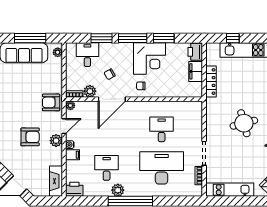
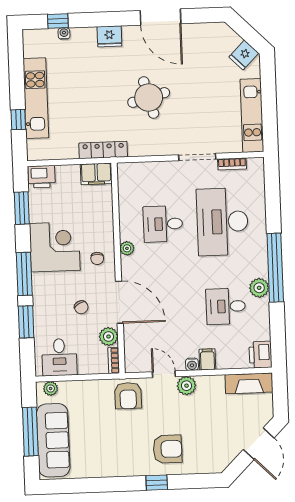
window: (164, 38) -> (22, 208), moved
desk: (87, 55) -> (59, 357), moved, turned -90
filing cabinet: (196, 71) -> (96, 174), moved
locker: (211, 82) -> (103, 150), moved
plant: (70, 105) -> (127, 248), moved
armchair: (30, 137) -> (168, 449), moved, turned 90

